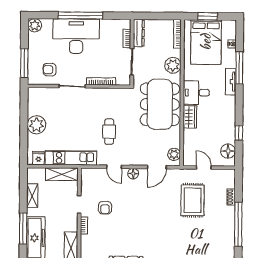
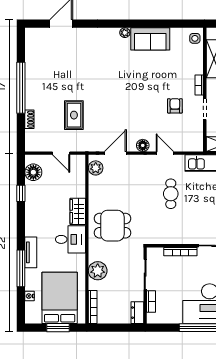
dresser: (139, 33) -> (137, 313), width x0.70
dining table: (160, 104) -> (112, 226), width x0.53, depth x0.80
rug: (193, 200) -> (74, 115), width x0.73, depth x0.70

